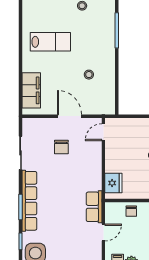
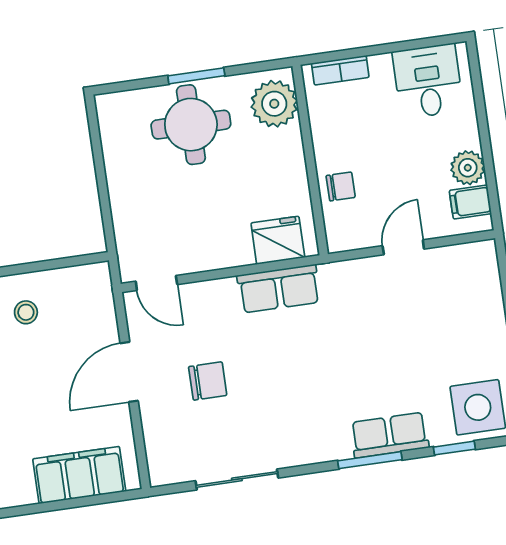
stool: (89, 75) -> (26, 312), moved
row of seats: (29, 201) -> (389, 435), width x0.50
row of seats: (94, 207) -> (279, 289), moved
door: (103, 233) -> (403, 247), hinge flipped

